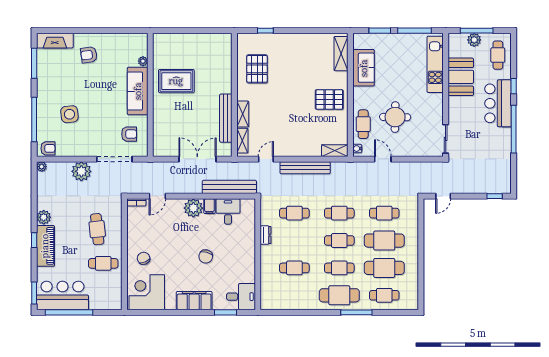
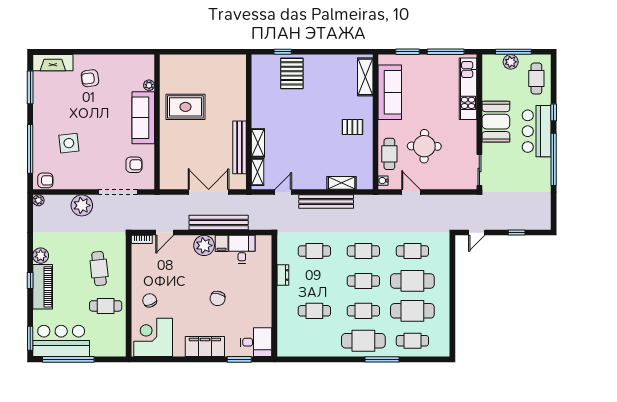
sofa: (364, 68) -> (390, 92), width x1.36
pallet: (257, 69) -> (292, 73), moved
booth: (461, 77) -> (496, 122), moved
pallet: (329, 99) -> (352, 127), width x0.67, depth x0.71
shelving: (335, 151) -> (342, 183), moved
bench: (229, 187) -> (219, 222), moved
window: (495, 196) -> (517, 233), moved

